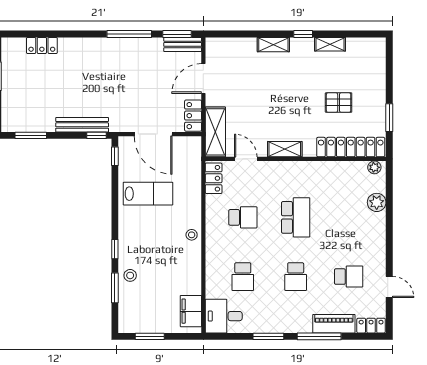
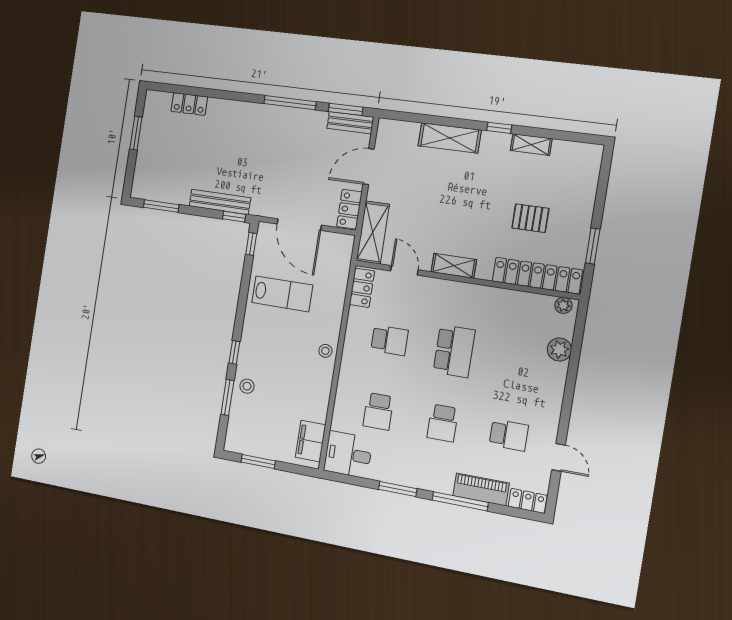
shelving: (273, 45) -> (450, 138), width x1.50, depth x1.33

